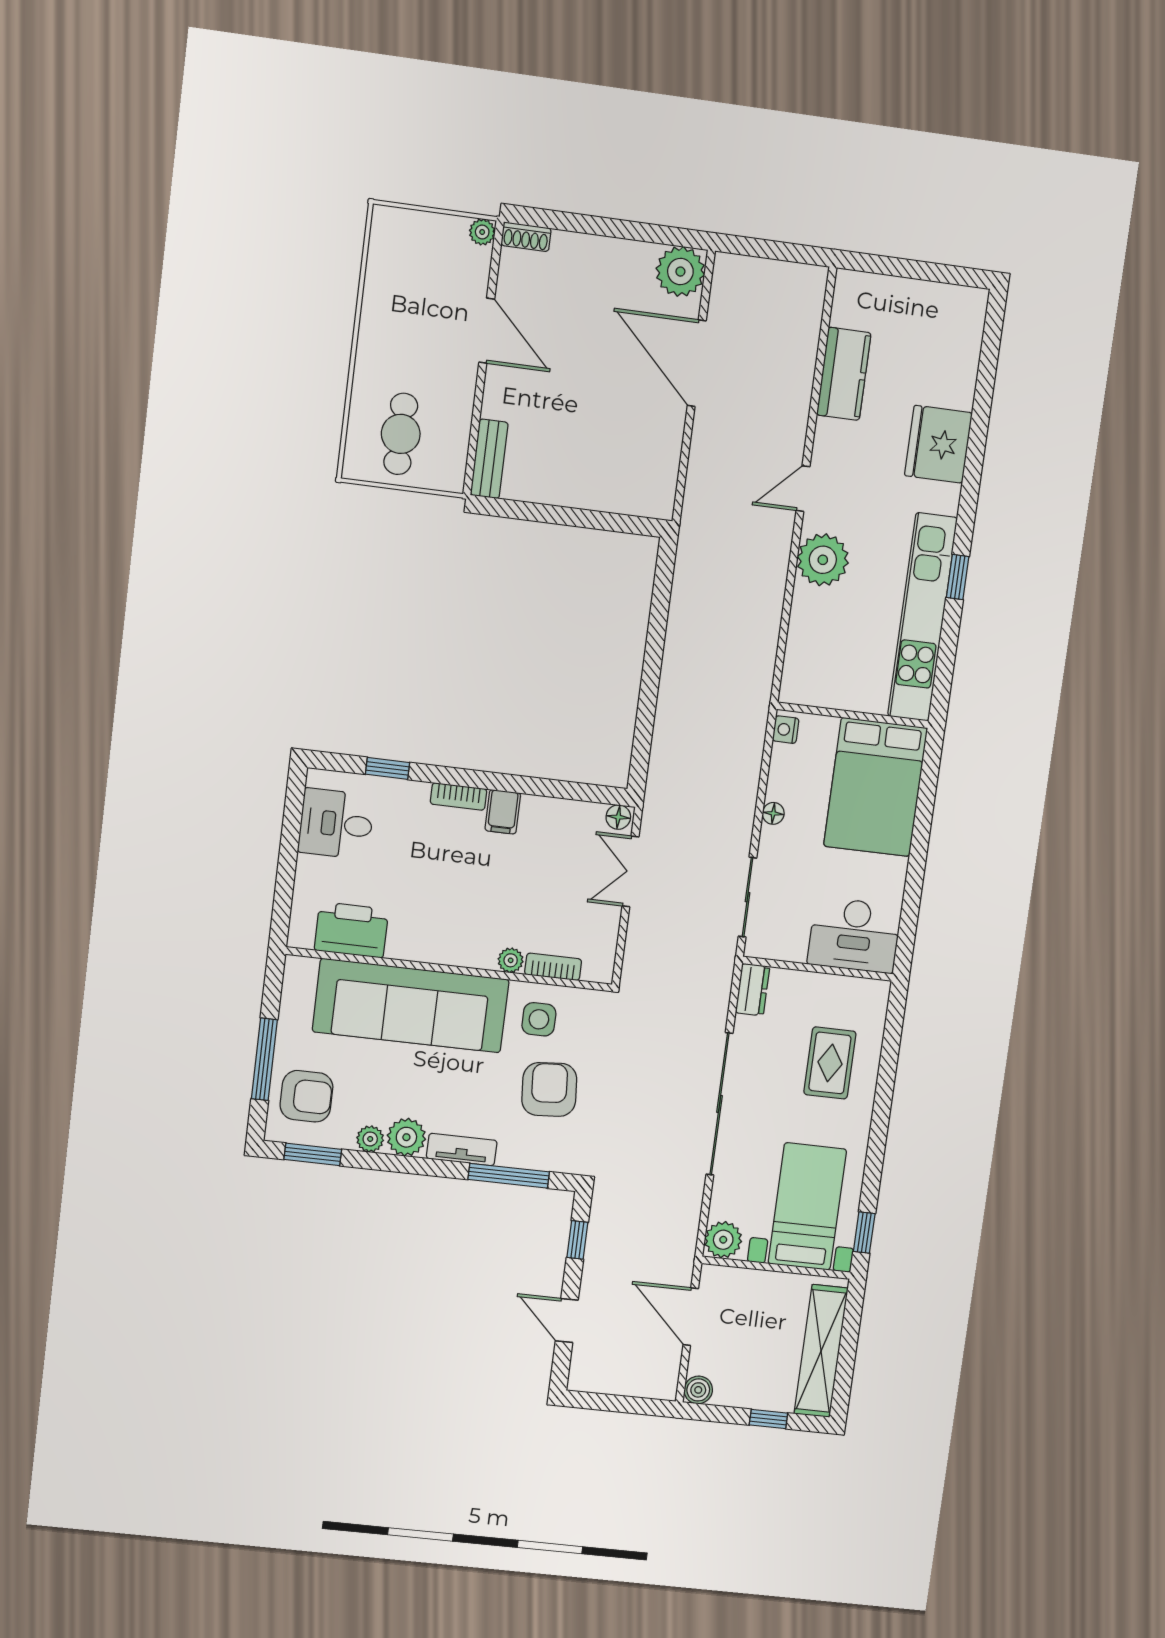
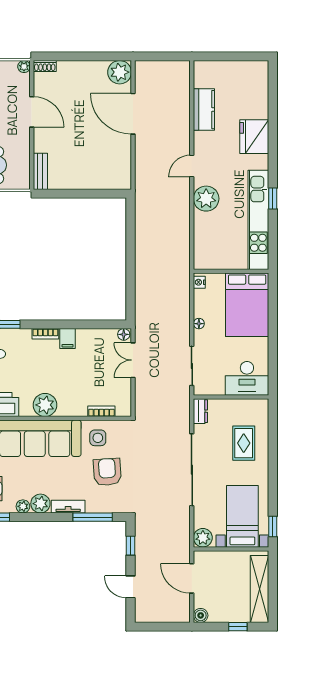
plant: (511, 960) -> (45, 405), moved, width x1.88, depth x1.88

